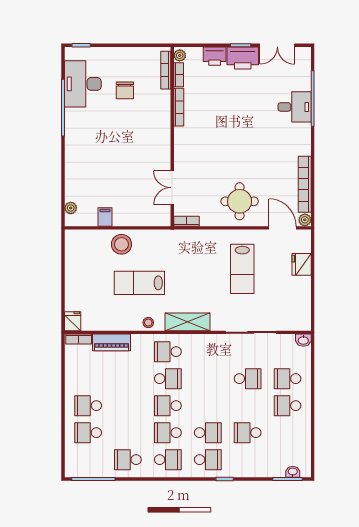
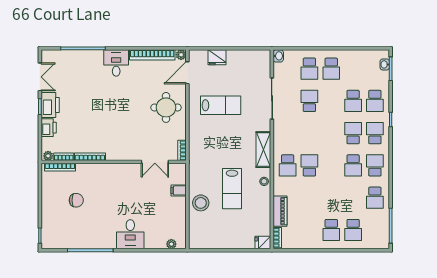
desk: (83, 84) -> (130, 234), moved, width x0.73
desk: (295, 107) -> (116, 63), moved
filing cabinet: (105, 217) -> (179, 190), moved
school desk: (168, 406) -> (375, 101), moved

